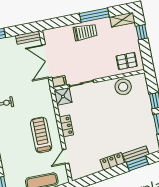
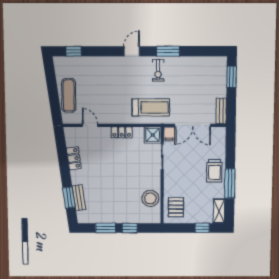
double door: (47, 61) -> (193, 125), swing flipped
treadmill: (41, 135) -> (151, 107), moved
locker: (112, 161) -> (74, 158), moved

